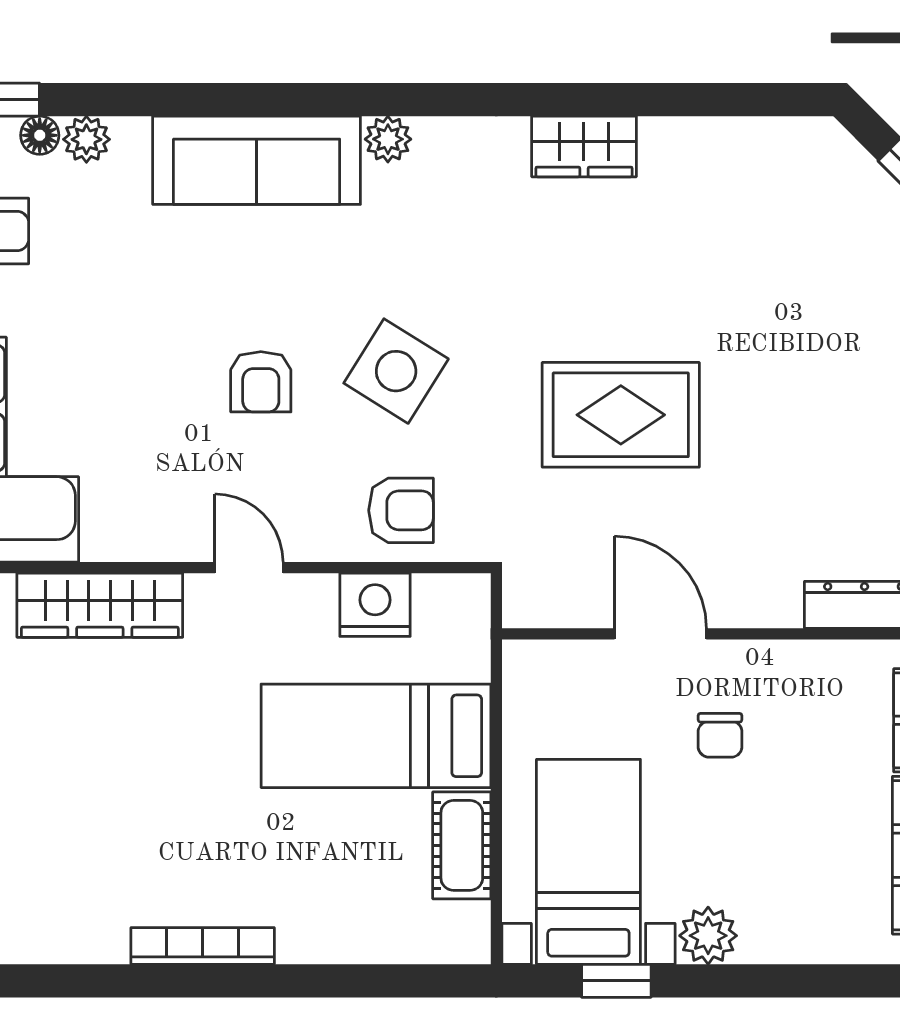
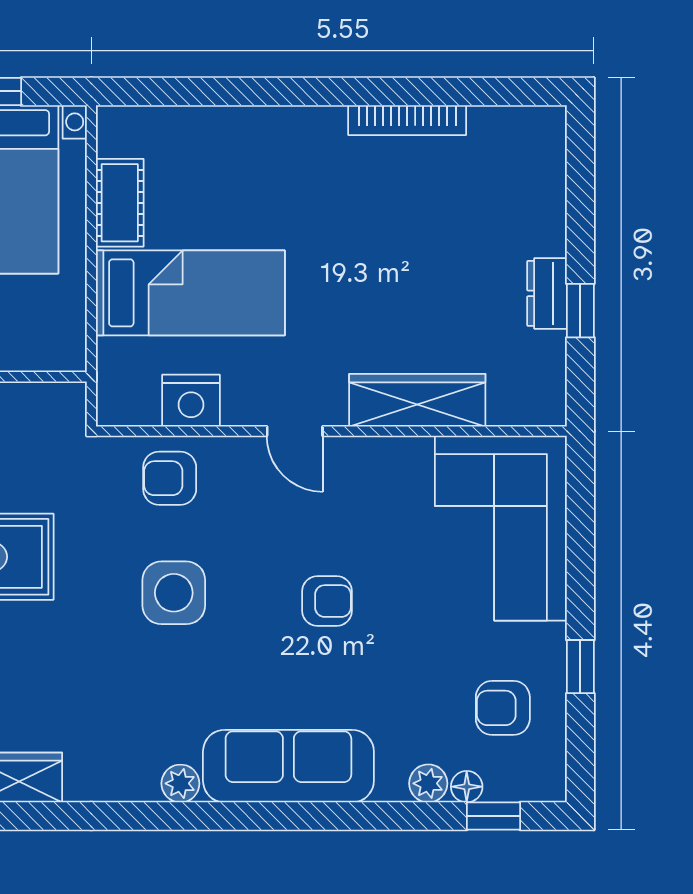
side table: (396, 371) -> (174, 593), turned -32
armchair: (261, 382) -> (327, 601), moved, turned 90
bookcase: (203, 946) -> (407, 120), moved

